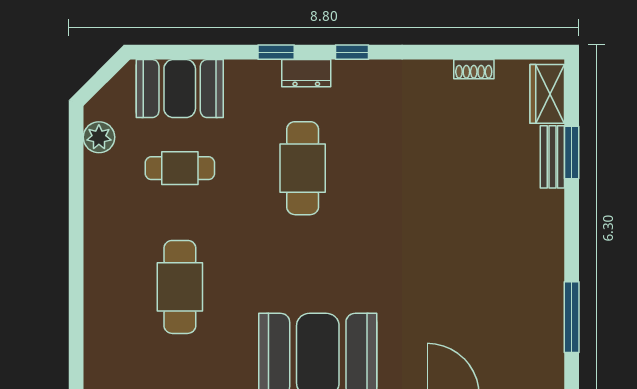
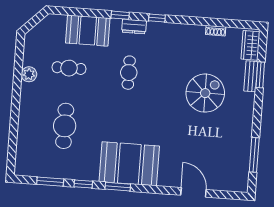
booth: (180, 89) -> (88, 31), moved
plant: (99, 137) -> (29, 74), moved
cafe table: (303, 168) -> (129, 73), width x0.73, depth x0.74
spiral stairs: (462, 198) -> (205, 93), added

